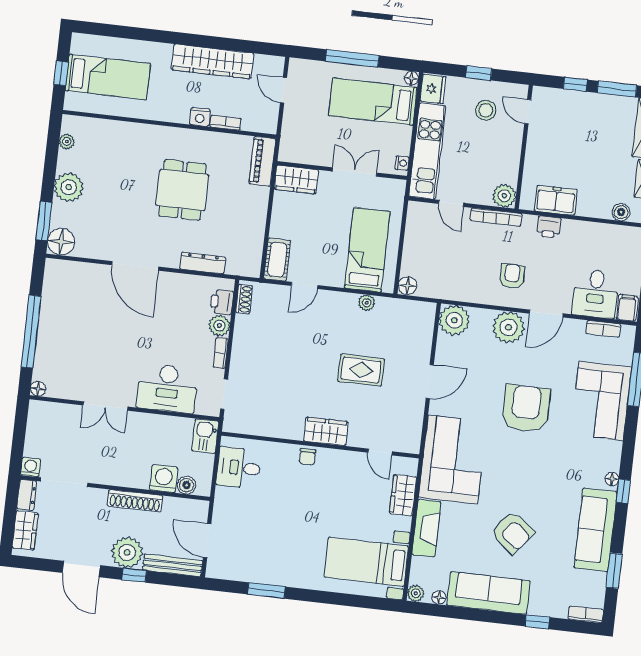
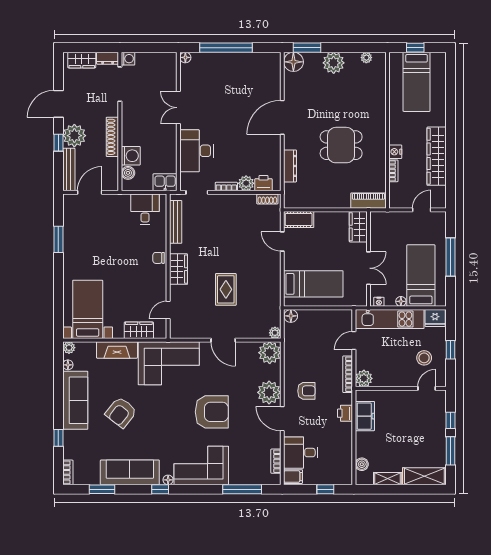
floor lamp: (411, 78) -> (401, 301), moved
plant: (367, 303) -> (275, 333), moved
corner sofa: (601, 401) -> (201, 466), moved
bench: (261, 428) -> (176, 222), added

